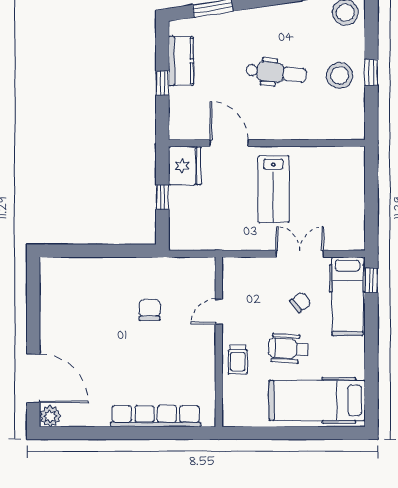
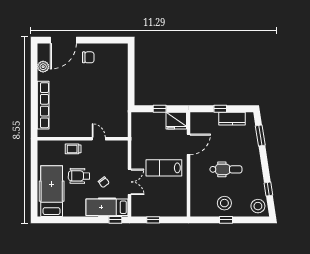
dental chair: (276, 73) -> (226, 169), turned -96
window: (371, 210) -> (153, 220), added
chair: (150, 310) -> (88, 57), moved
wheelchair: (289, 349) -> (79, 176), turned -93
plant: (50, 416) -> (43, 67), moved

